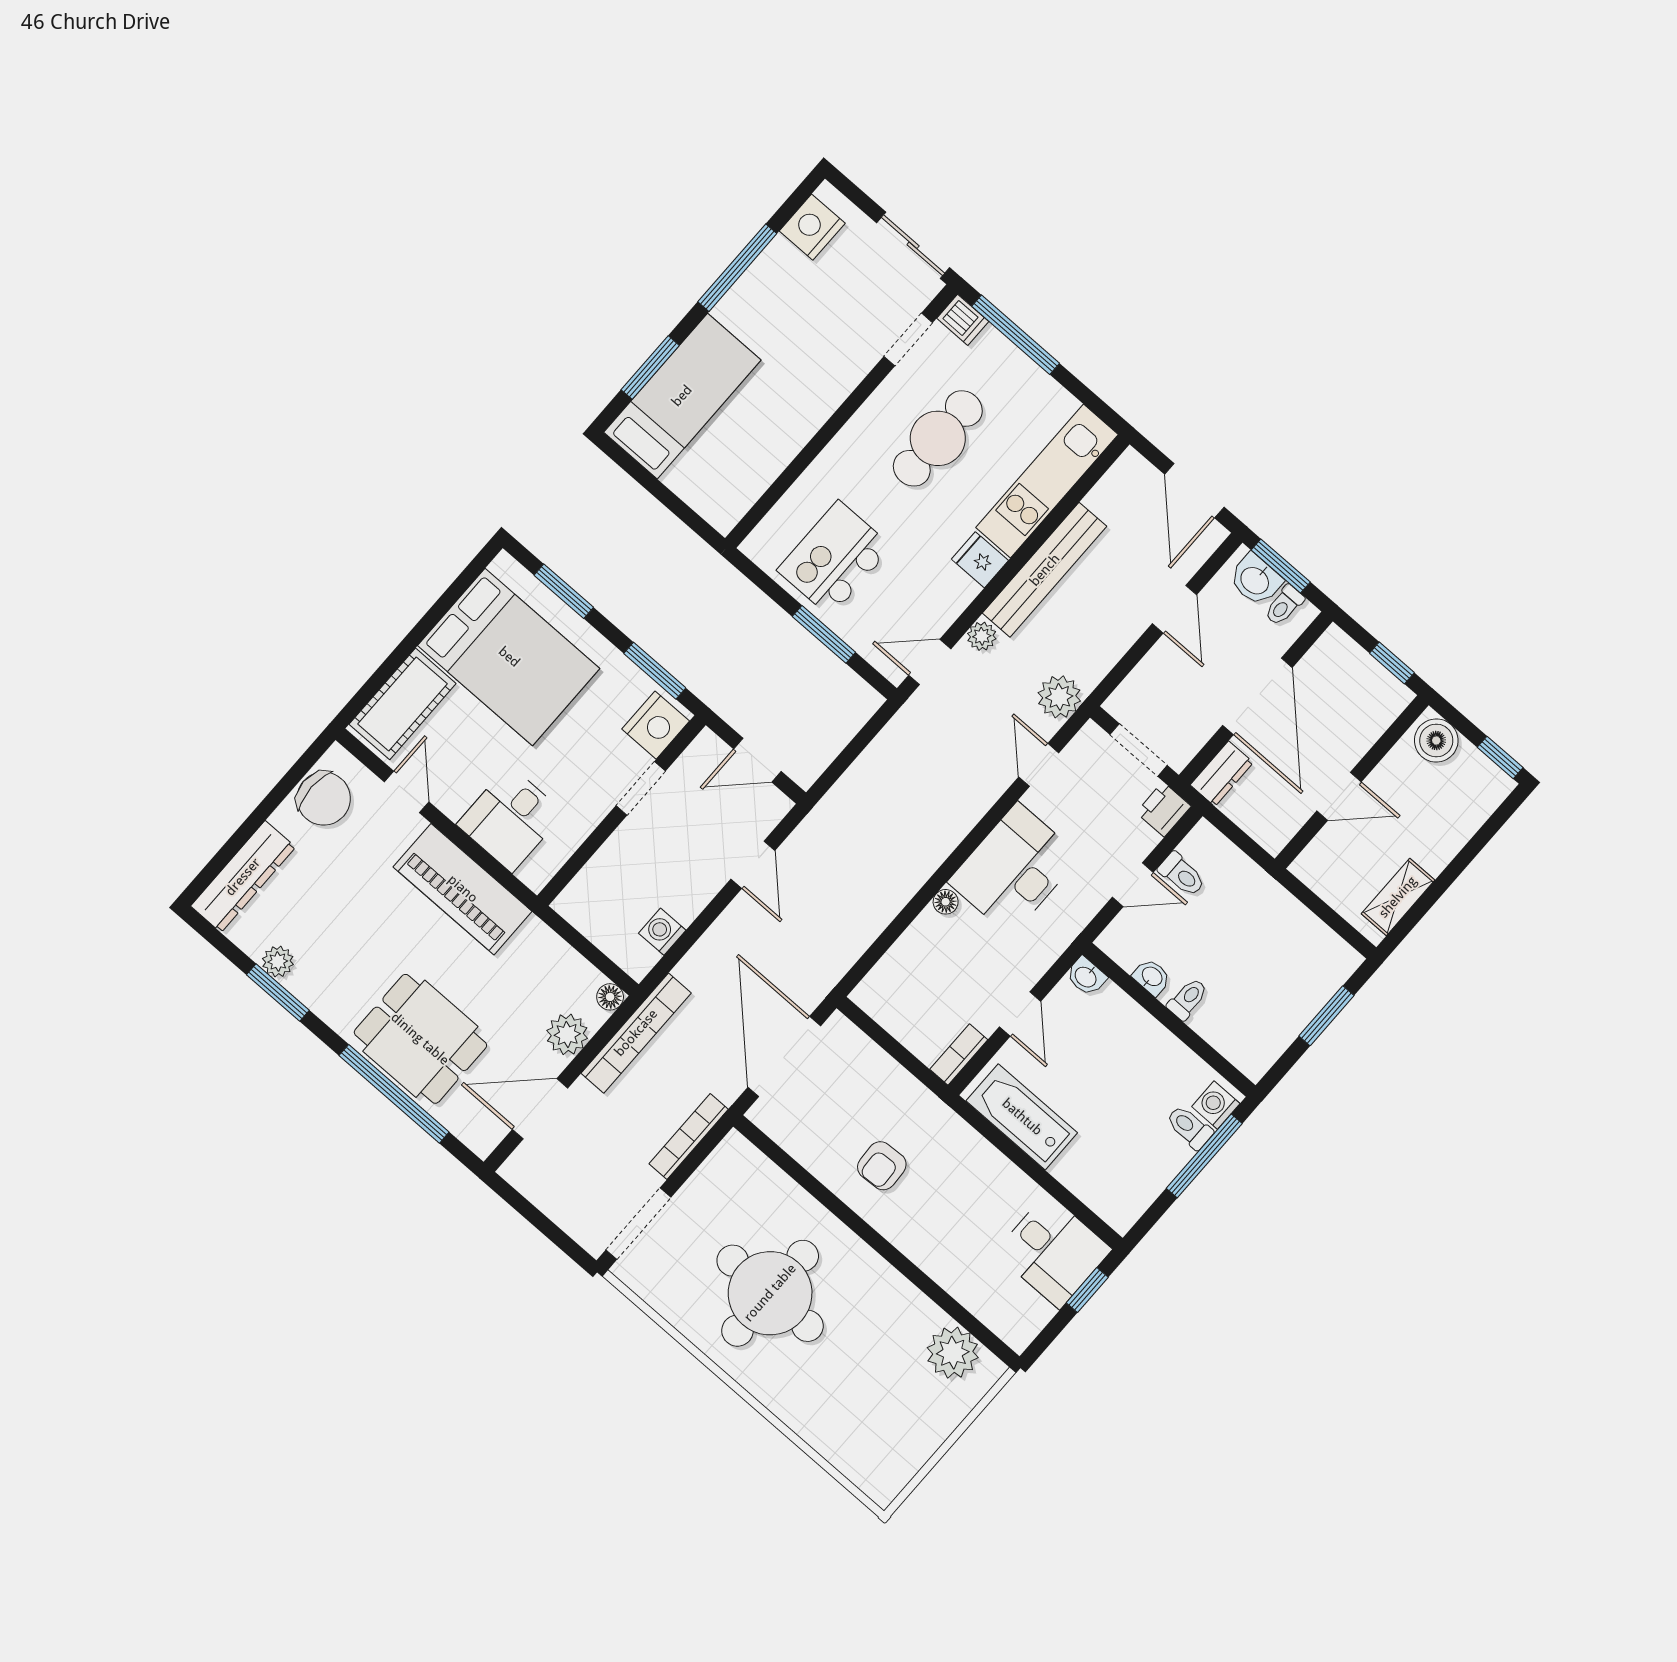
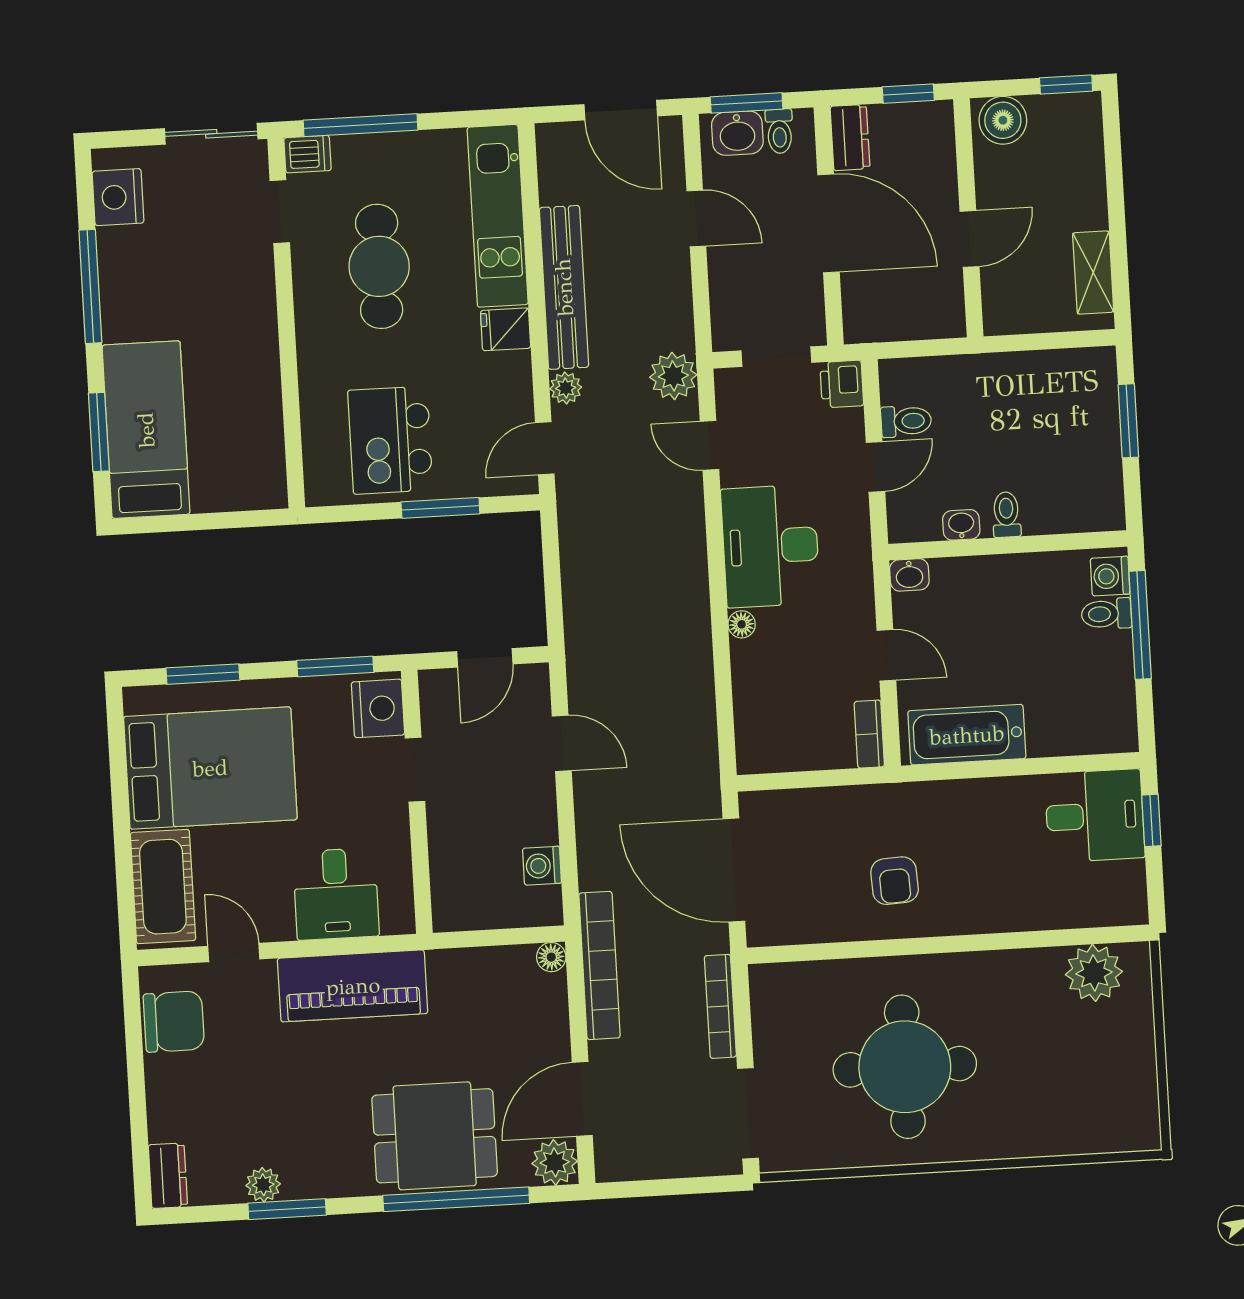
dresser: (1222, 774) -> (850, 138), moved
dresser: (243, 877) -> (168, 1176), width x0.51, depth x0.80
plant: (567, 1034) -> (555, 1162), moved

